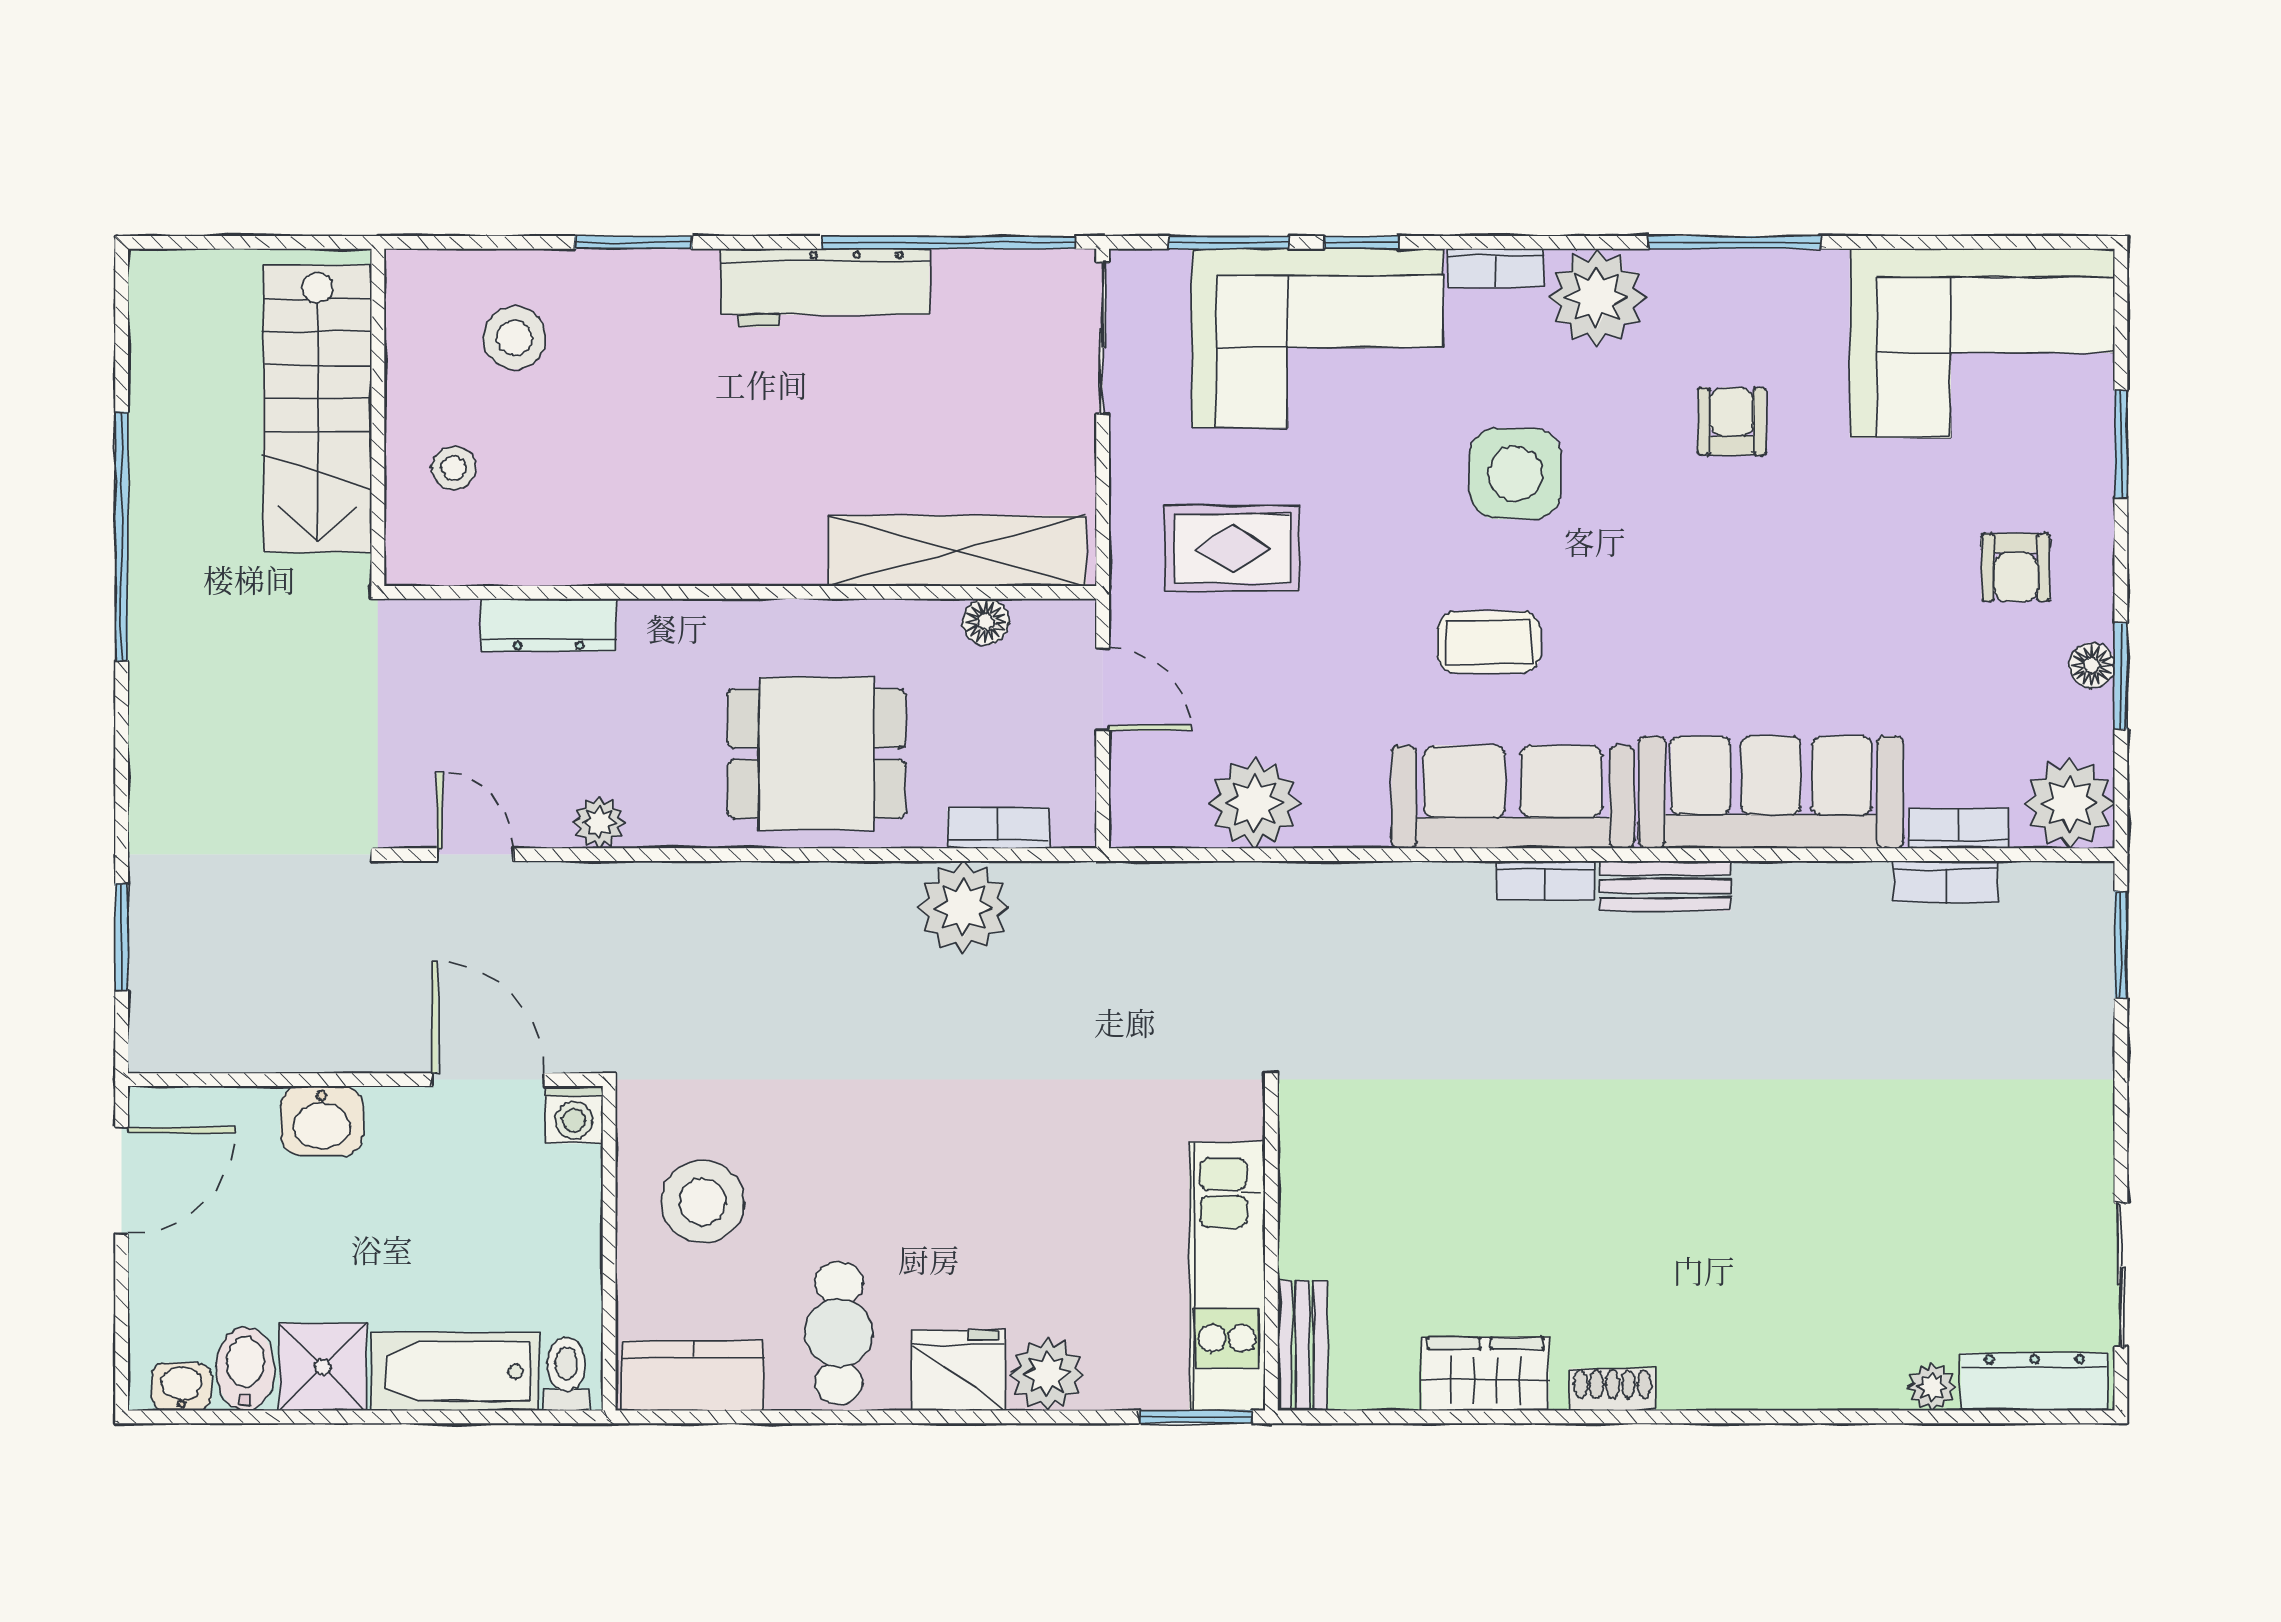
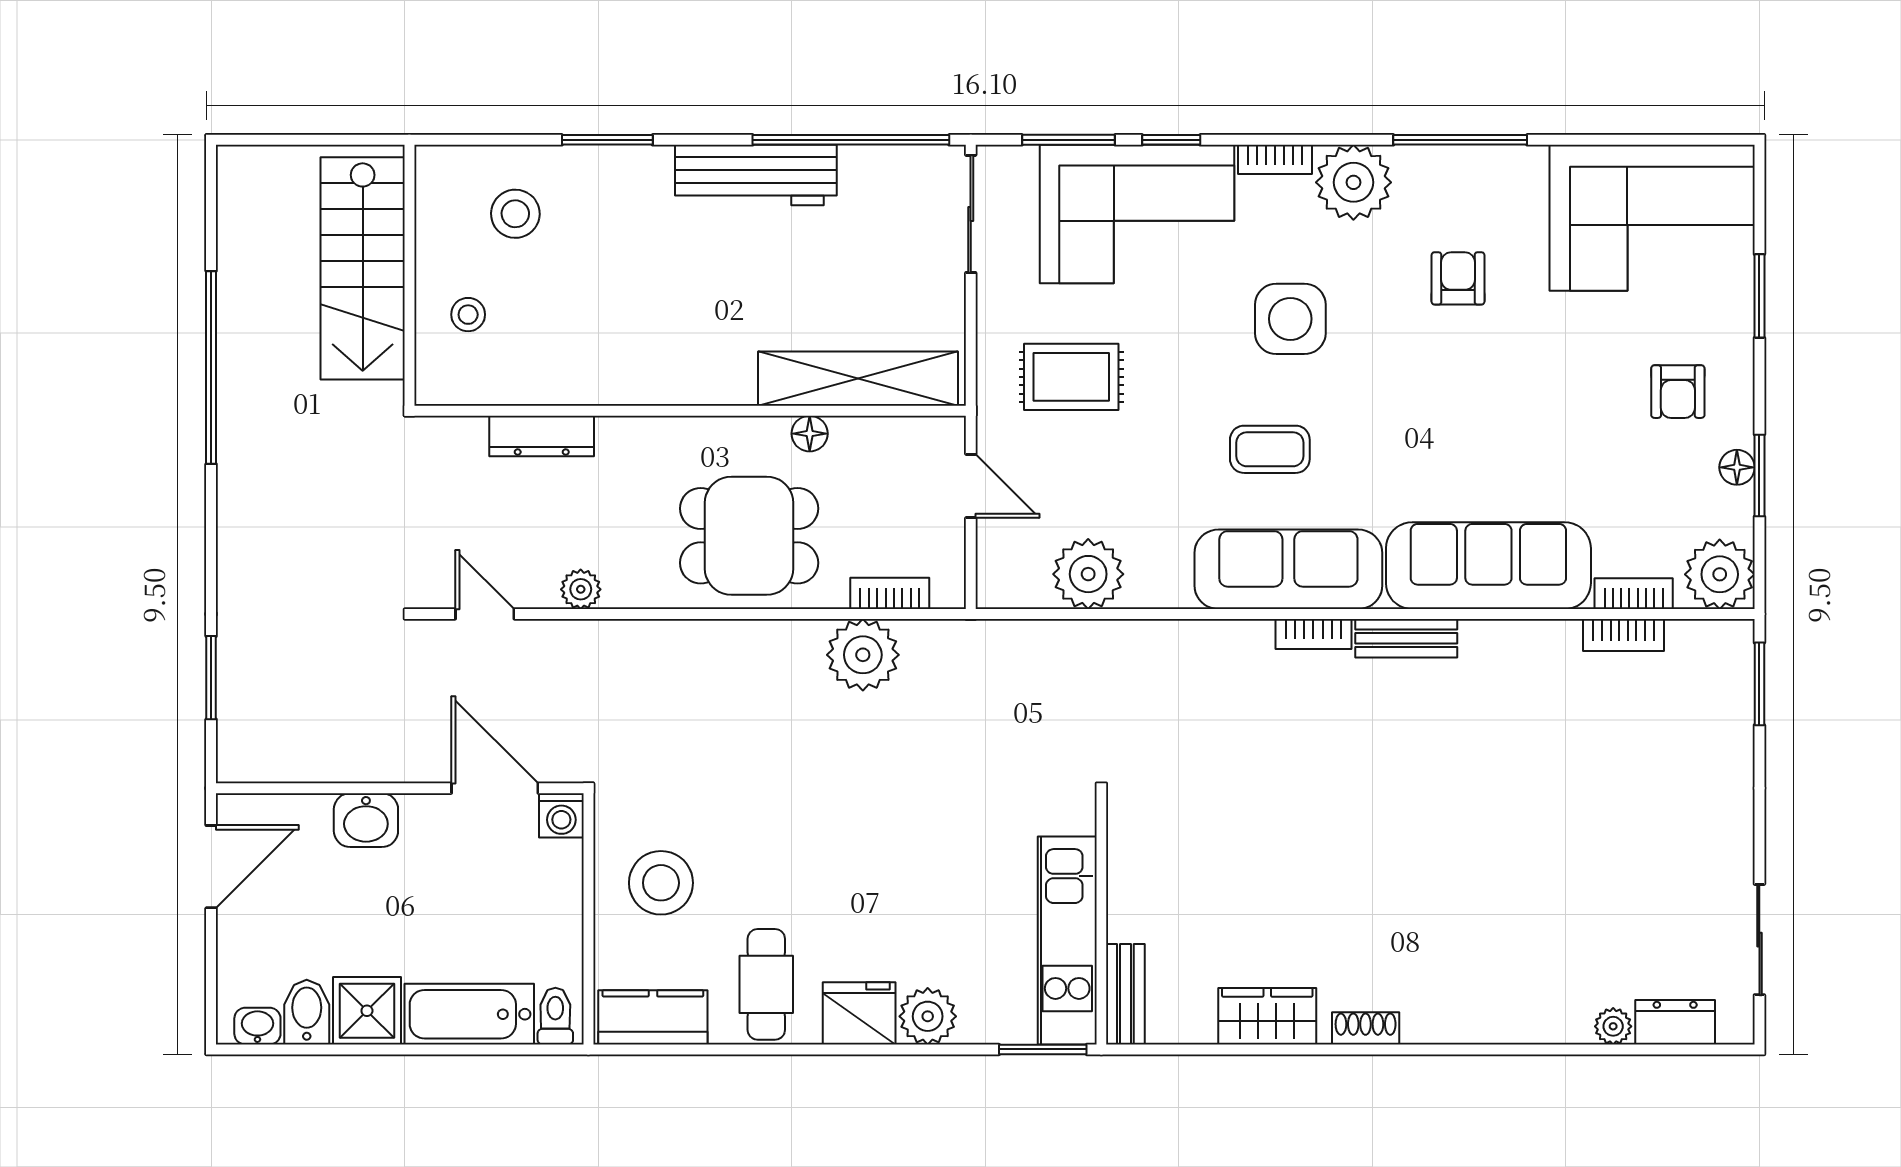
floor lamp: (986, 622) -> (810, 434), moved
dresser: (2035, 1382) -> (1675, 1022), width x0.70

